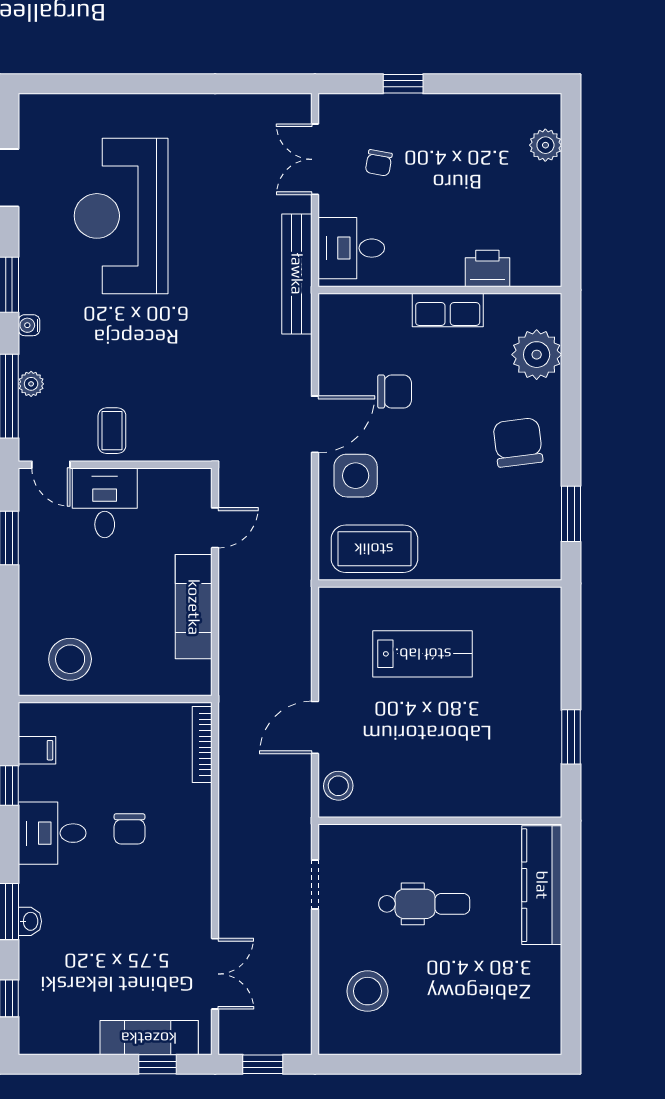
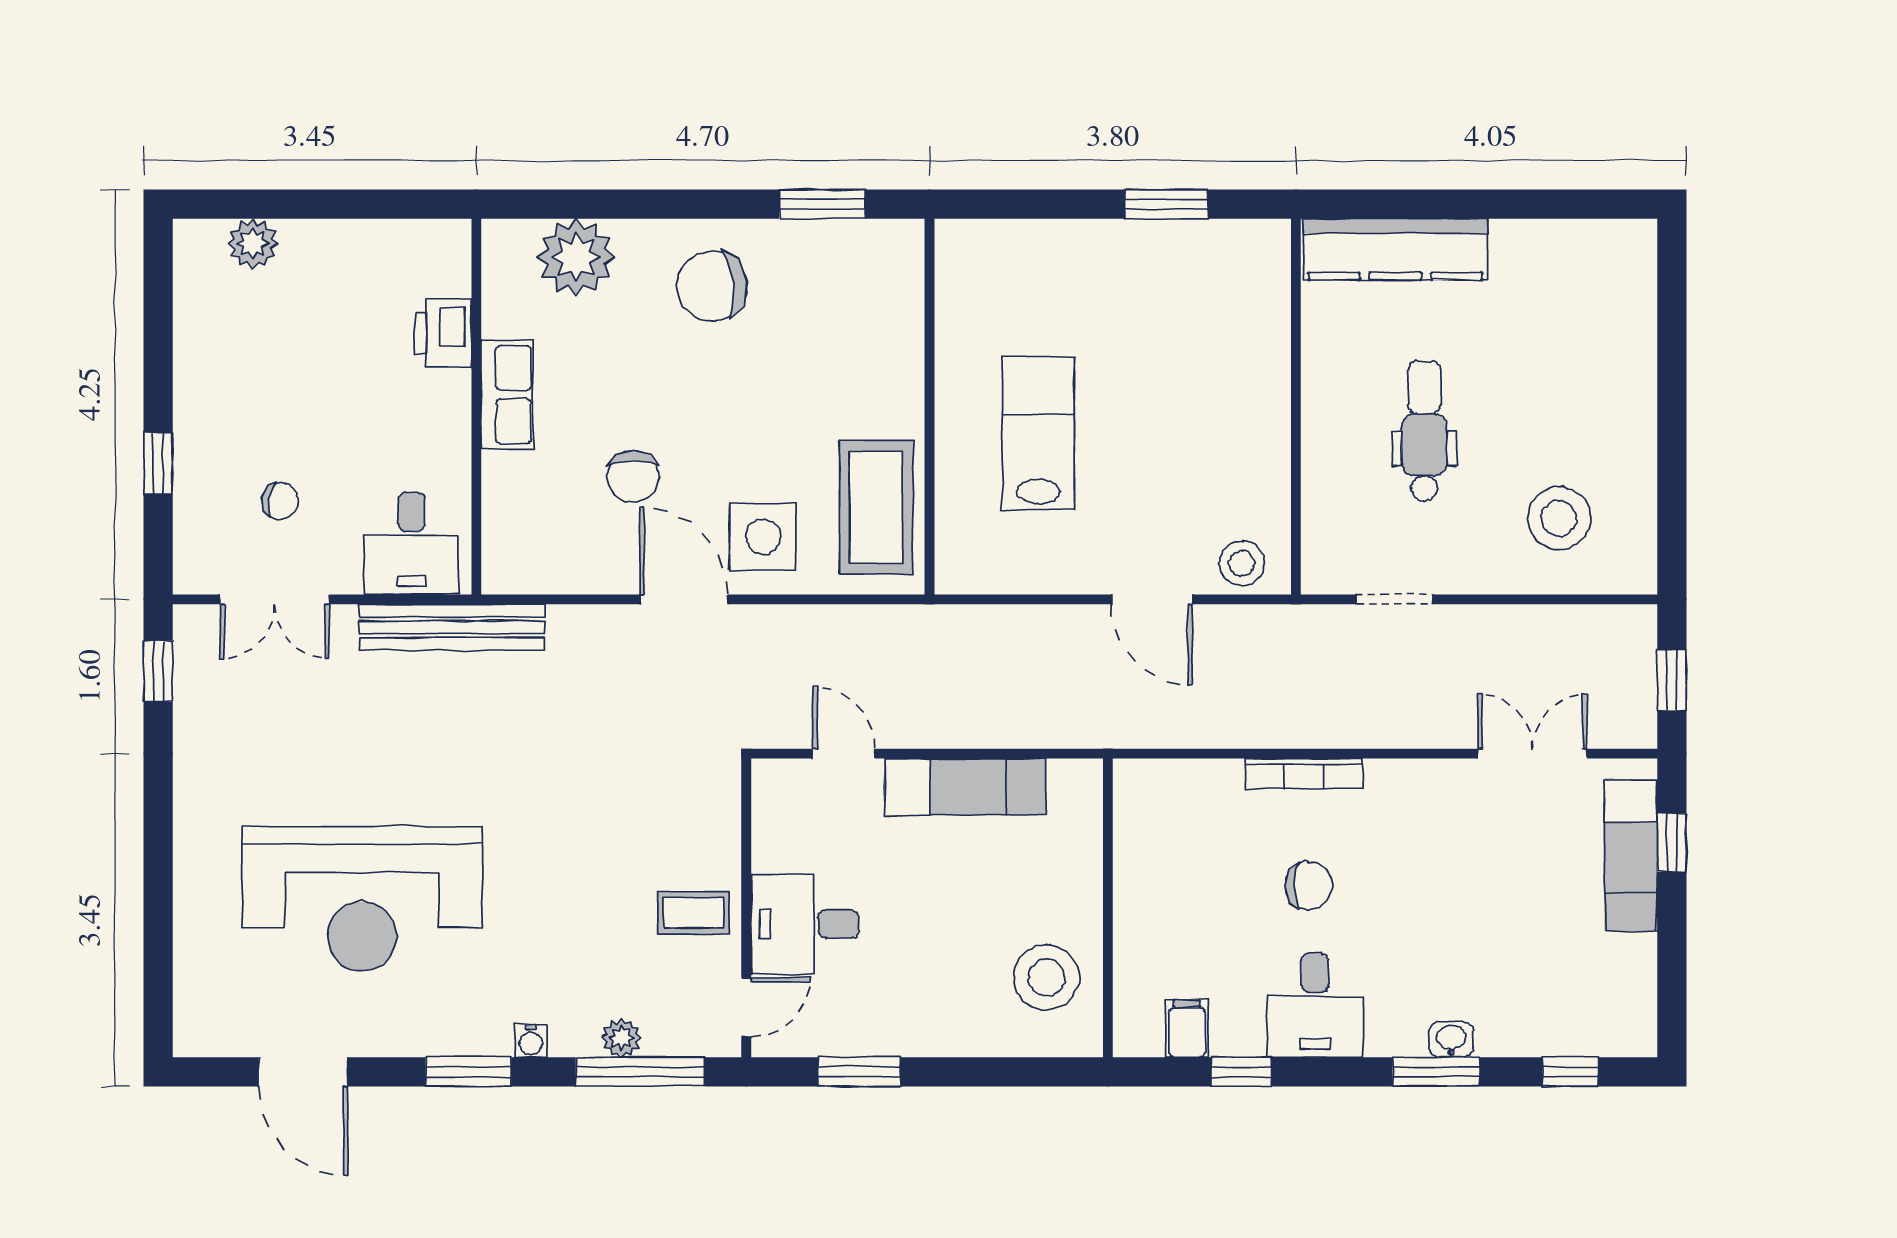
window: (268, 84) -> (158, 671), added
chair: (395, 391) -> (633, 476), turned 180
bookcase: (202, 744) -> (1304, 773), moved

